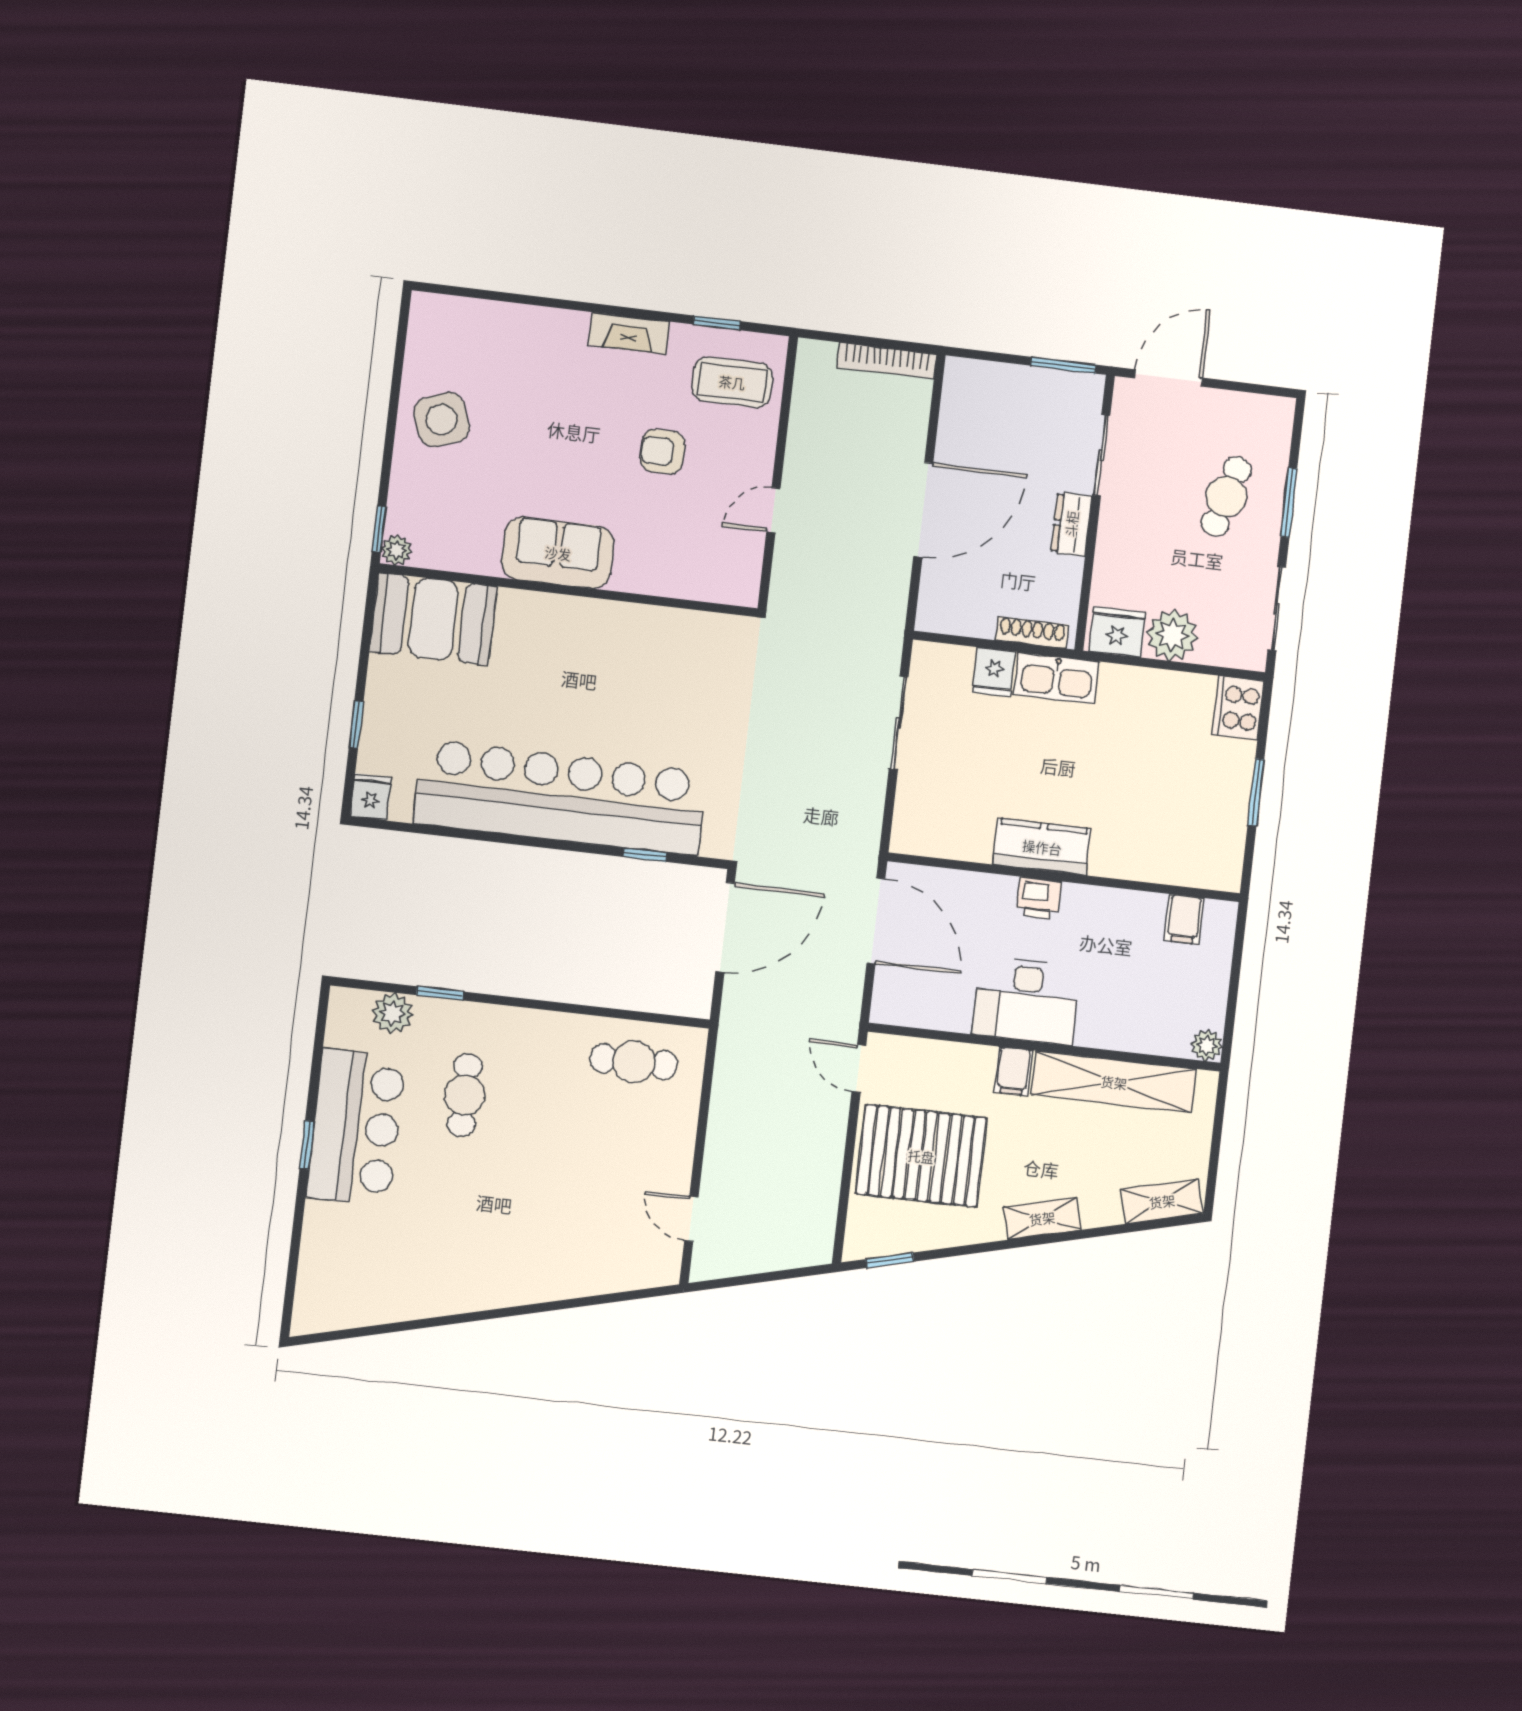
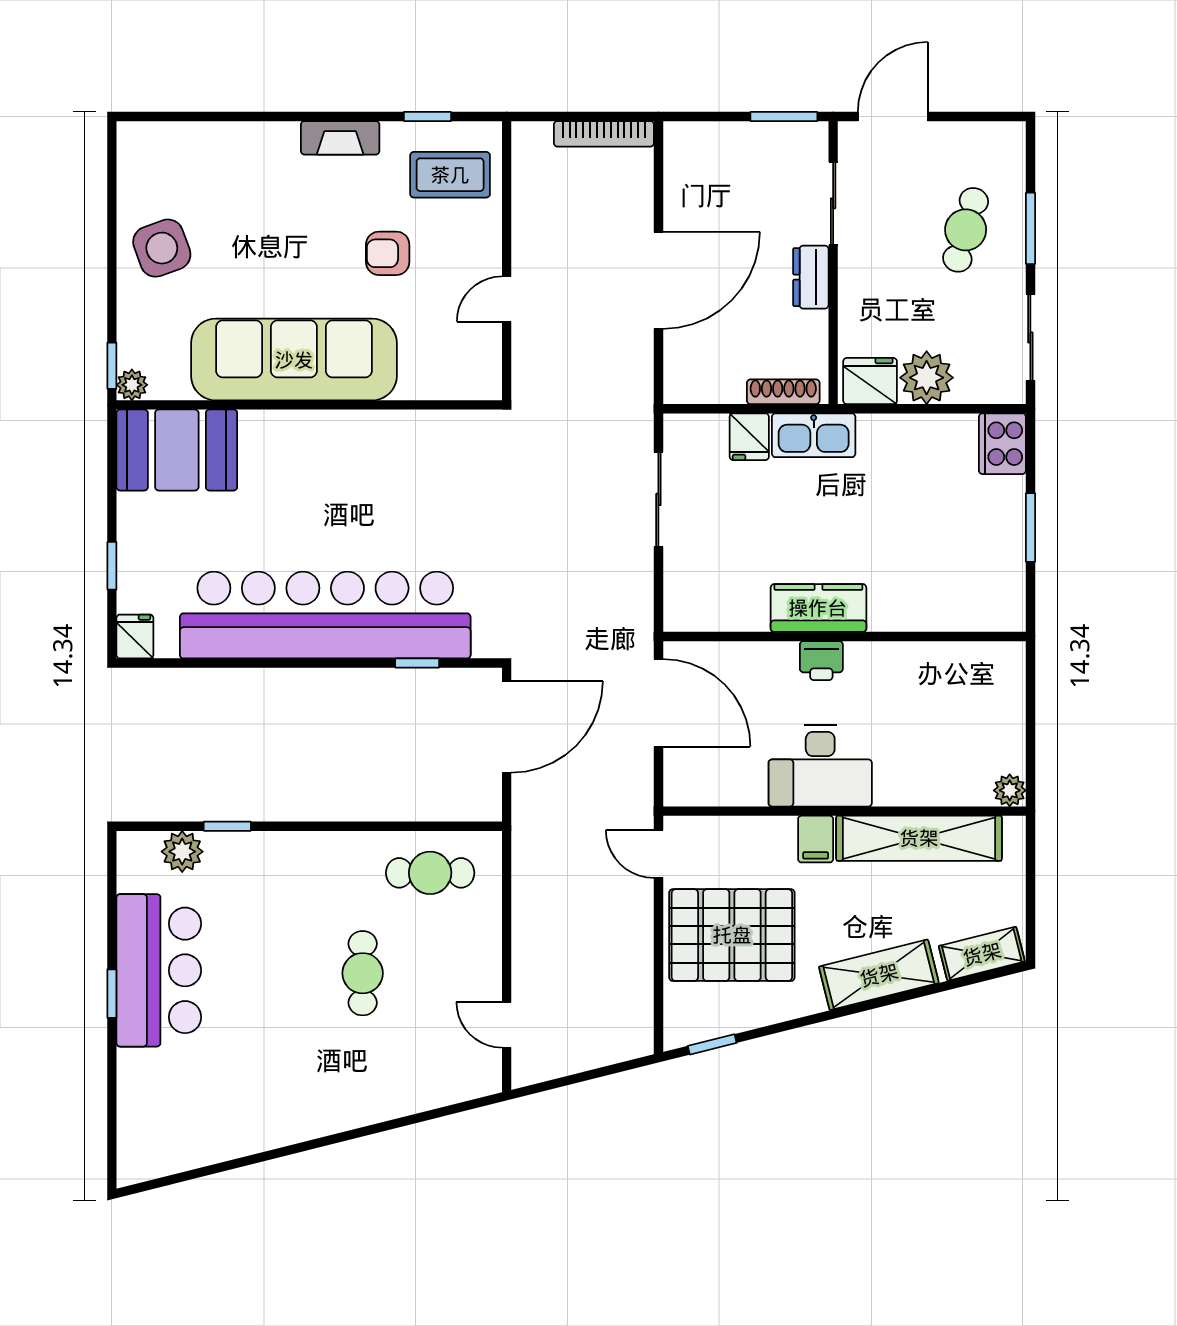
sofa: (558, 553) -> (294, 360), width x1.85, depth x1.27
filing cabinet: (1184, 919) -> (972, 665), removed
cafe table: (465, 1095) -> (363, 973), moved
shelving: (1042, 1218) -> (879, 975), width x1.50, depth x1.33

